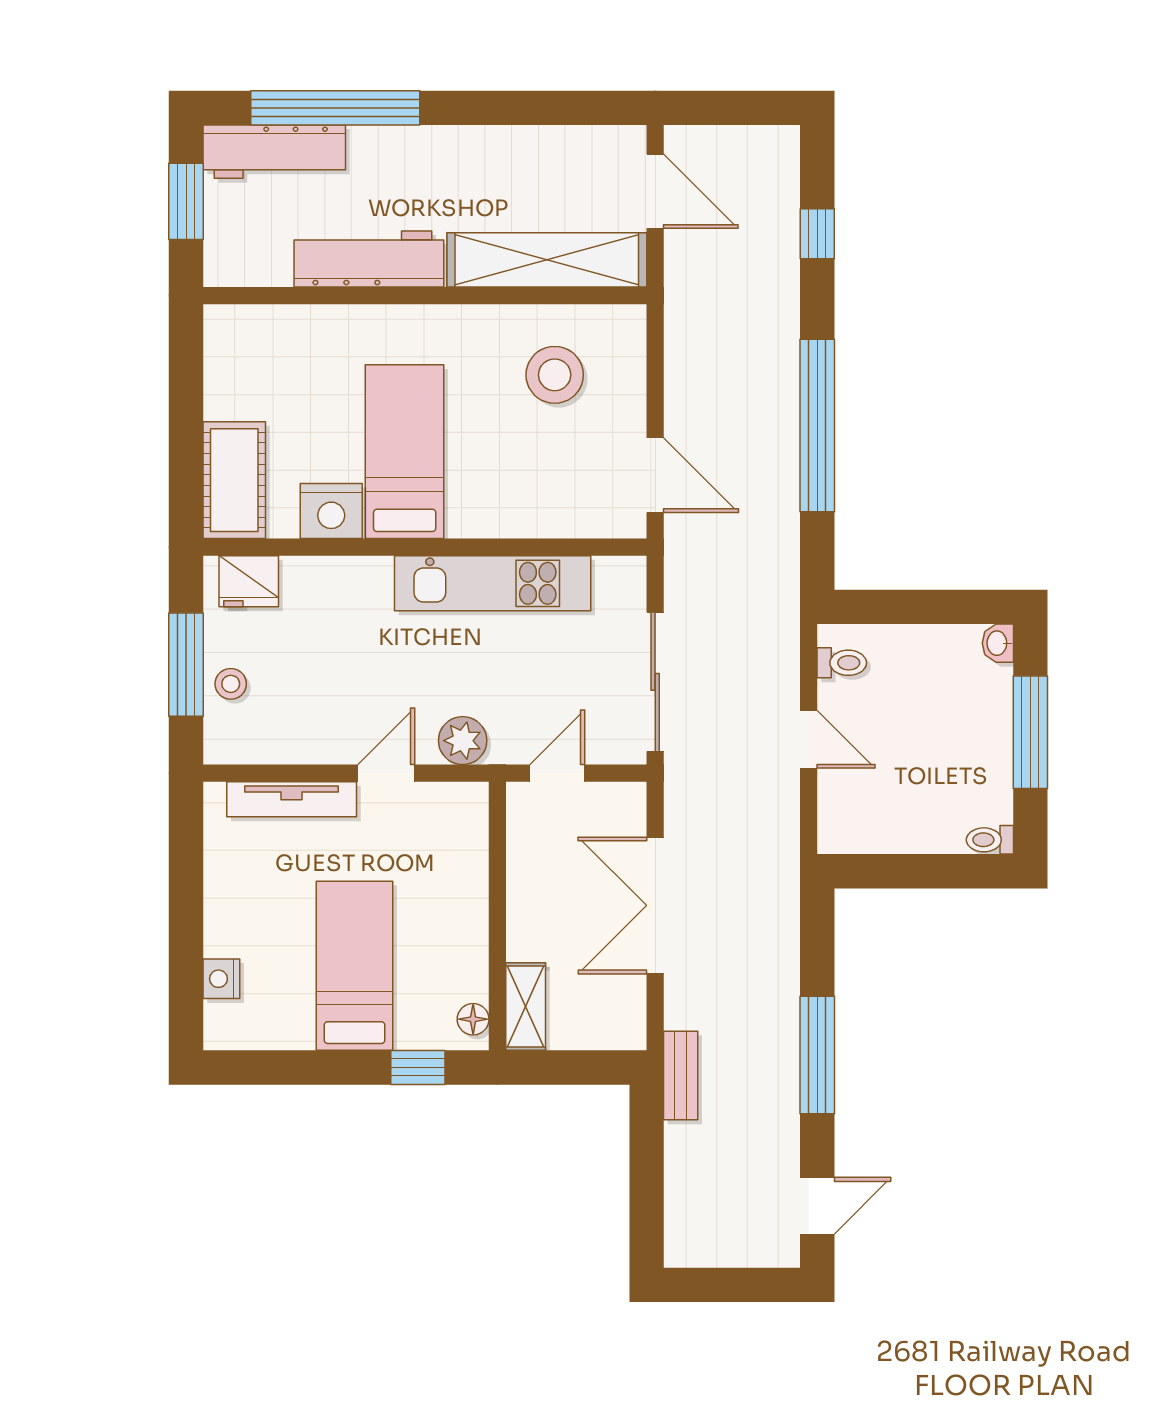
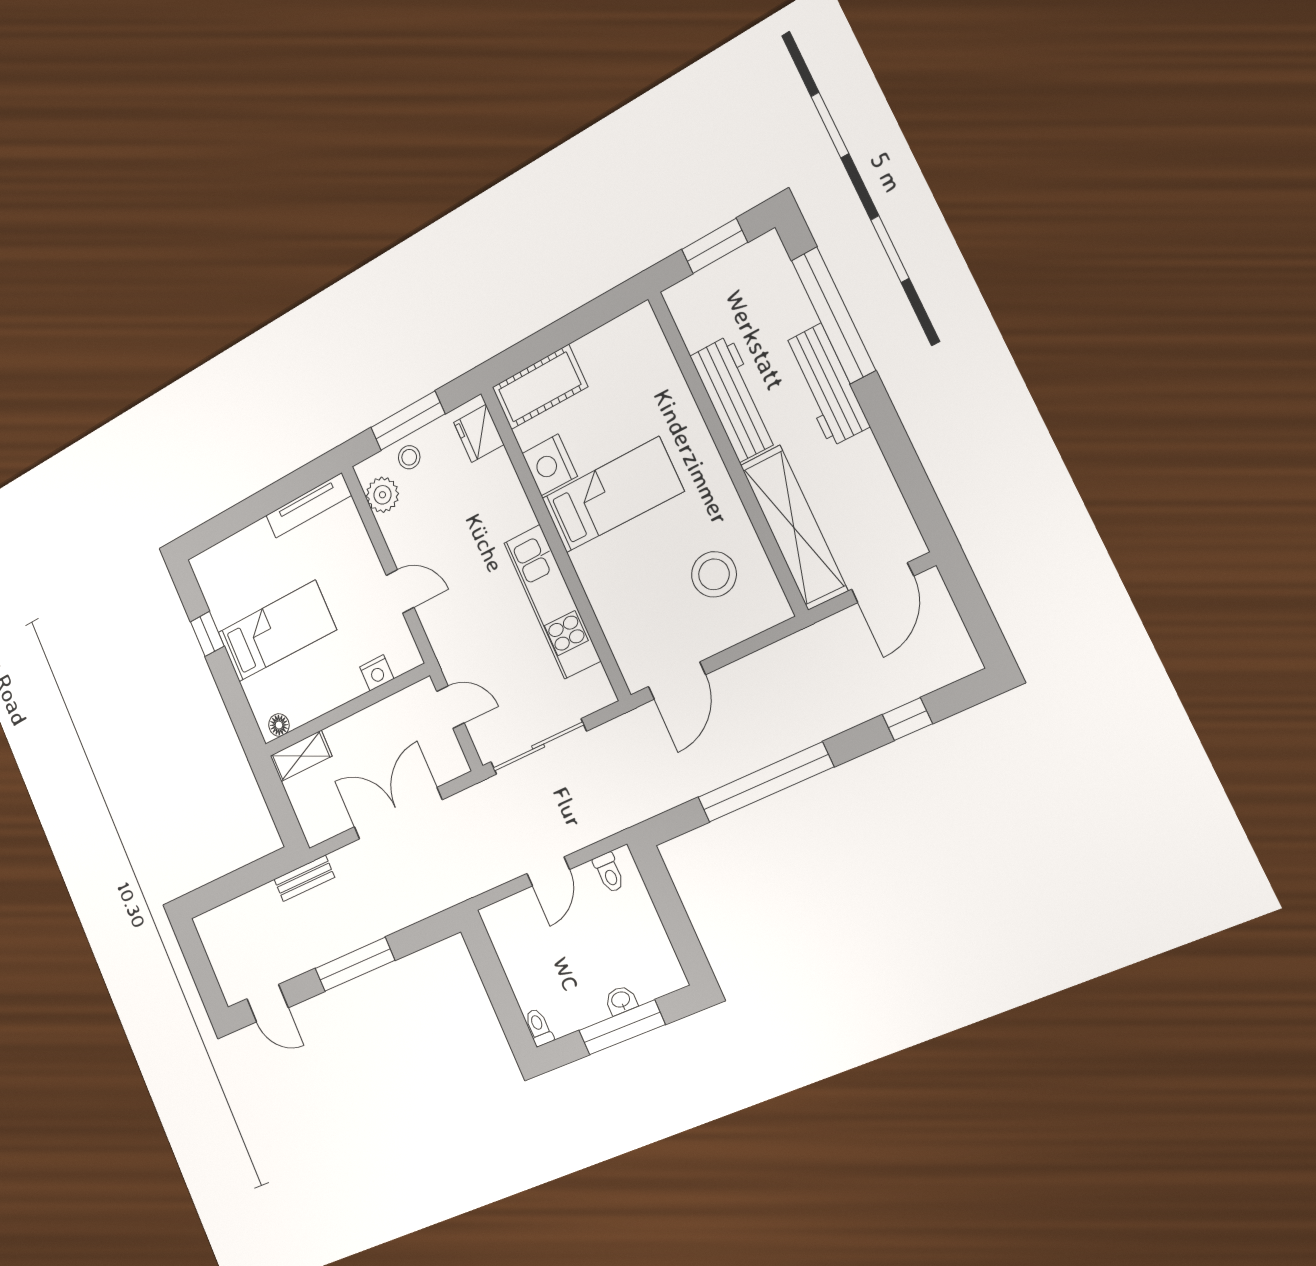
workbench: (274, 152) -> (826, 385), moved
washbasin: (998, 643) -> (621, 1000), moved
plant: (463, 741) -> (382, 495), moved
tv unit: (292, 799) -> (309, 505), moved, turned -90
nightstand: (221, 979) -> (377, 673), moved, turned 180
window: (418, 1067) -> (207, 634), moved

